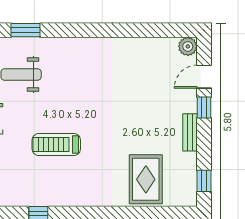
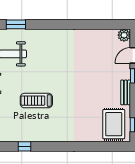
rug: (146, 179) -> (114, 124), moved

